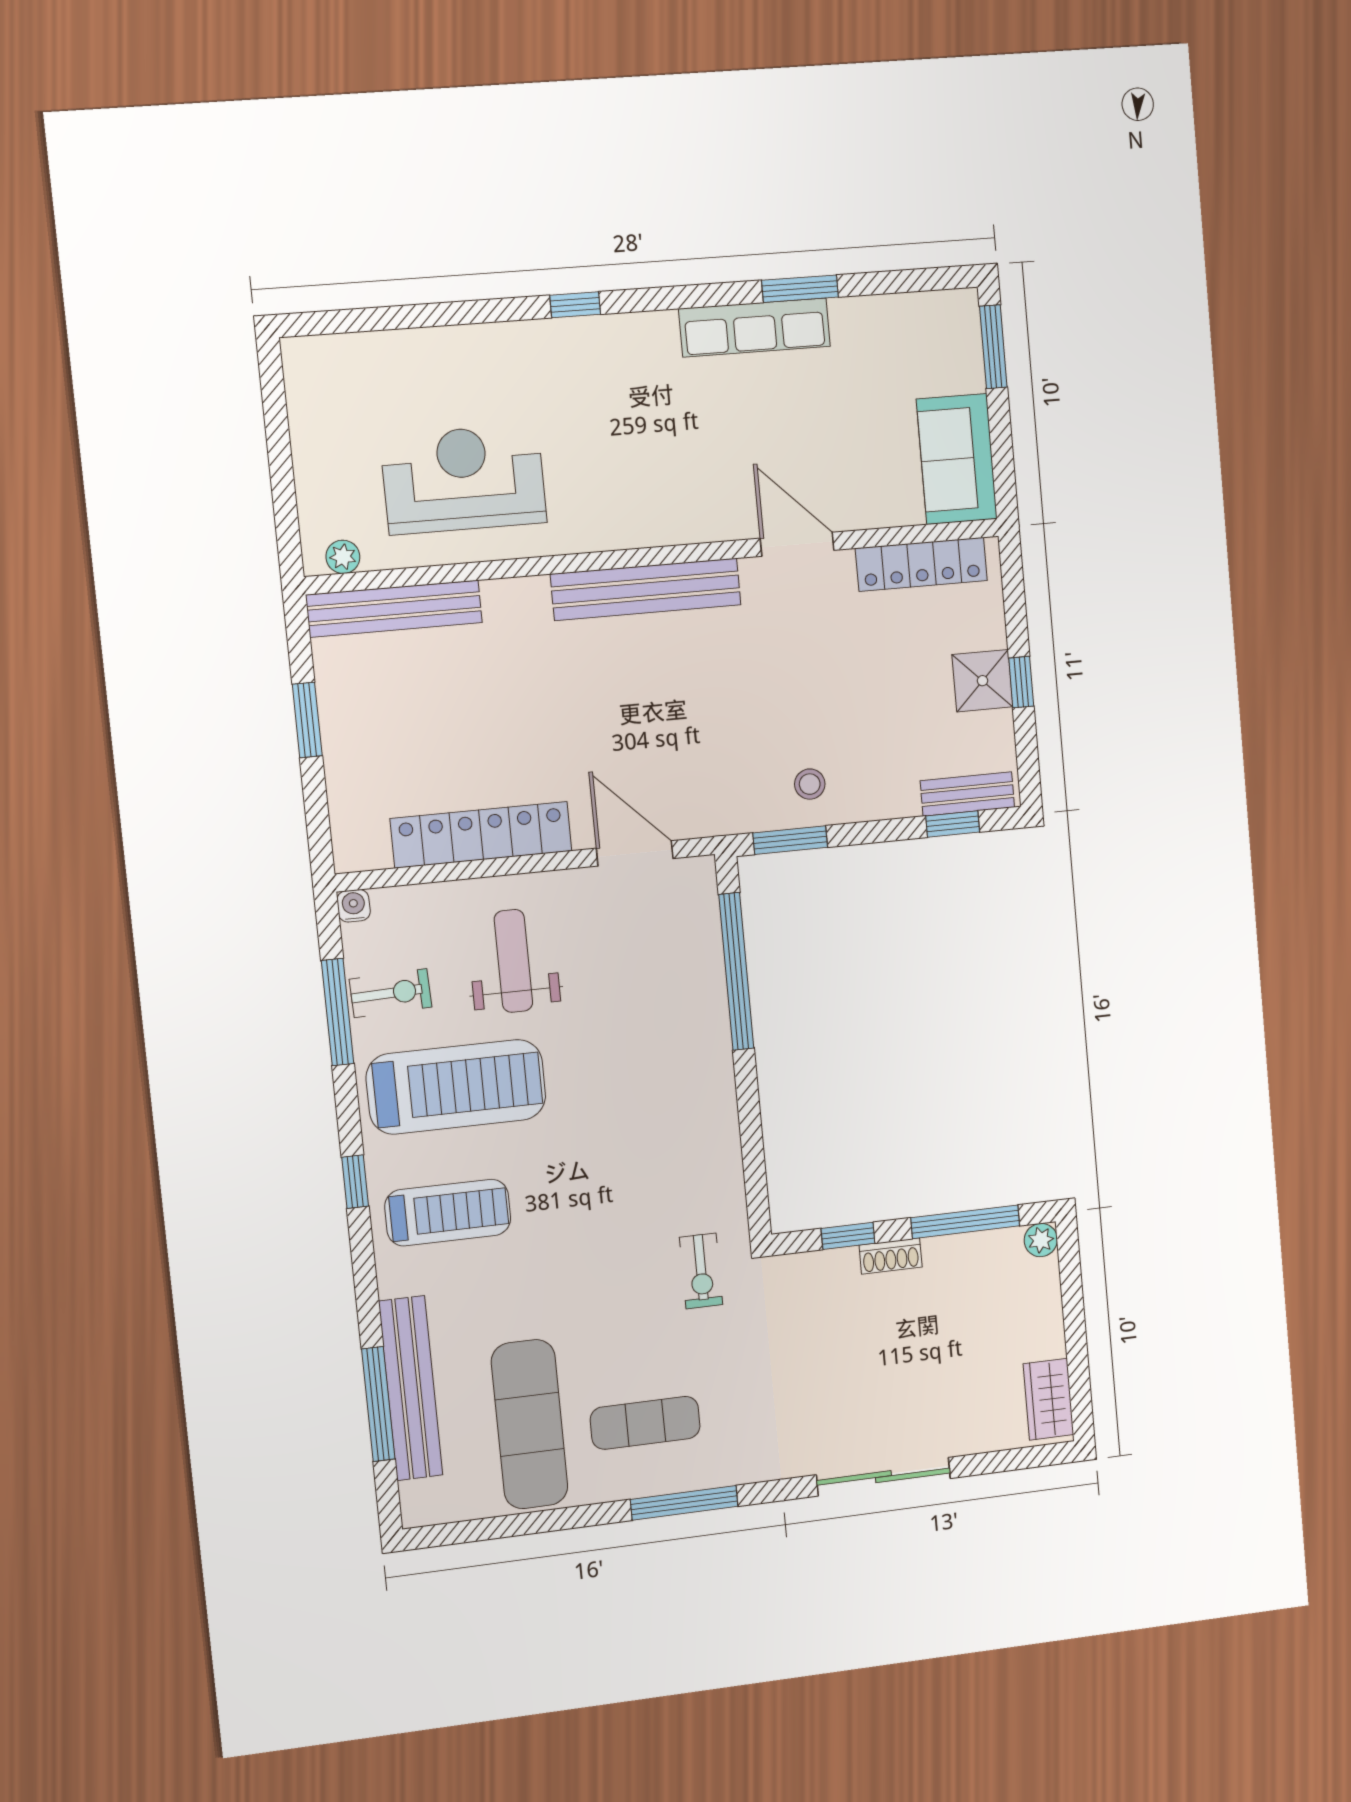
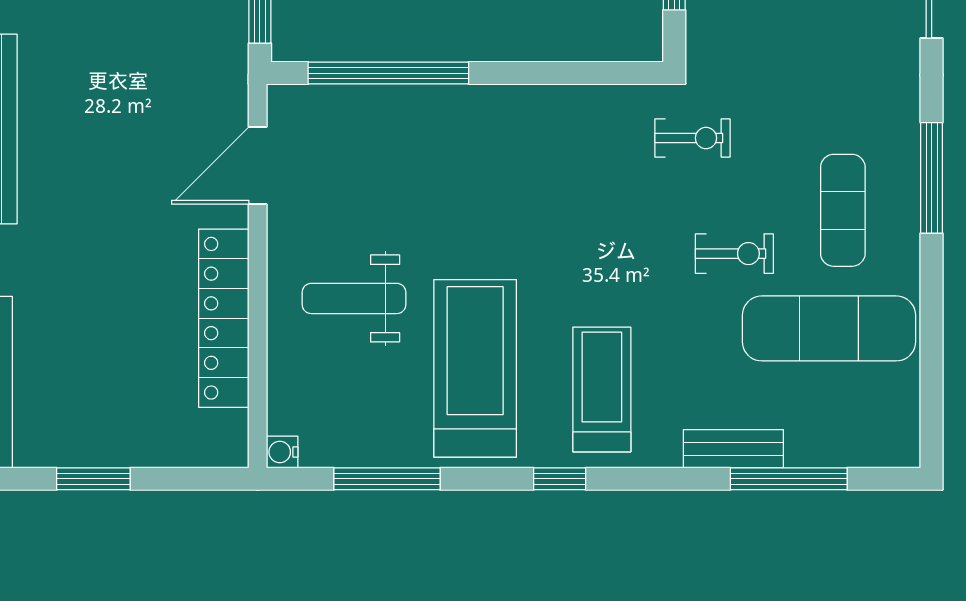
exercise bike: (391, 993) -> (734, 254), moved, turned 92
bench: (411, 1388) -> (733, 449), width x0.54, depth x0.82

